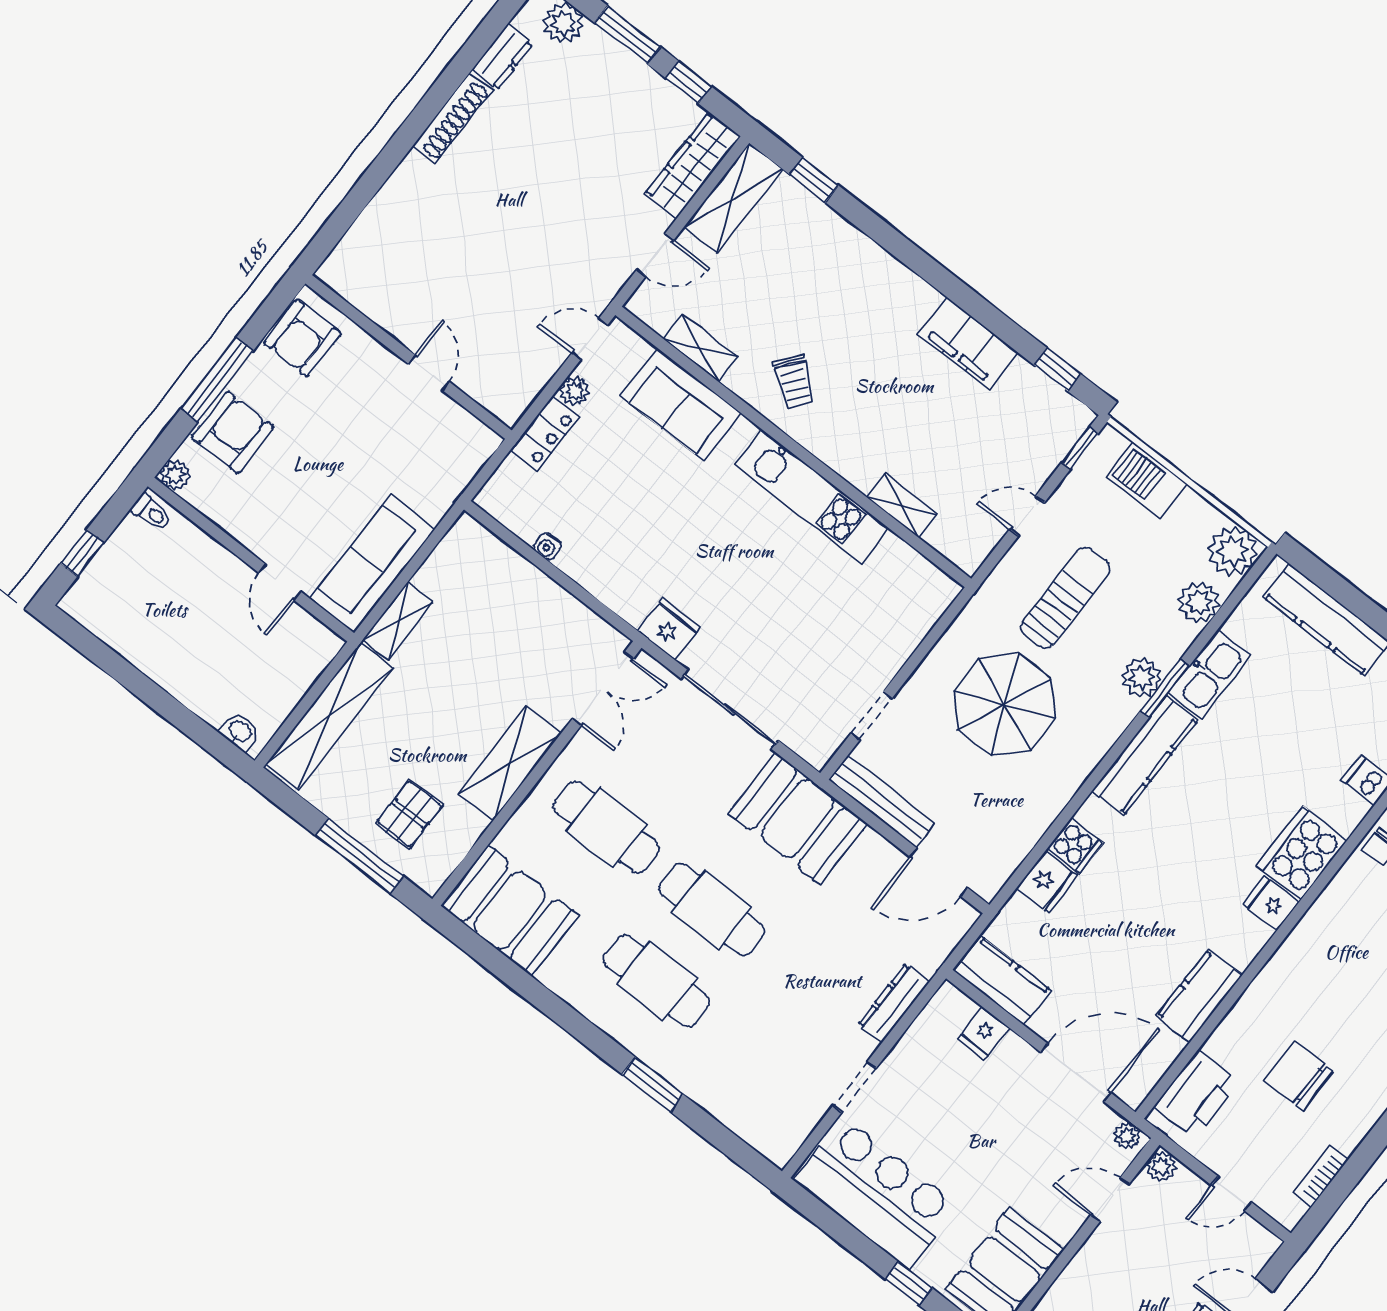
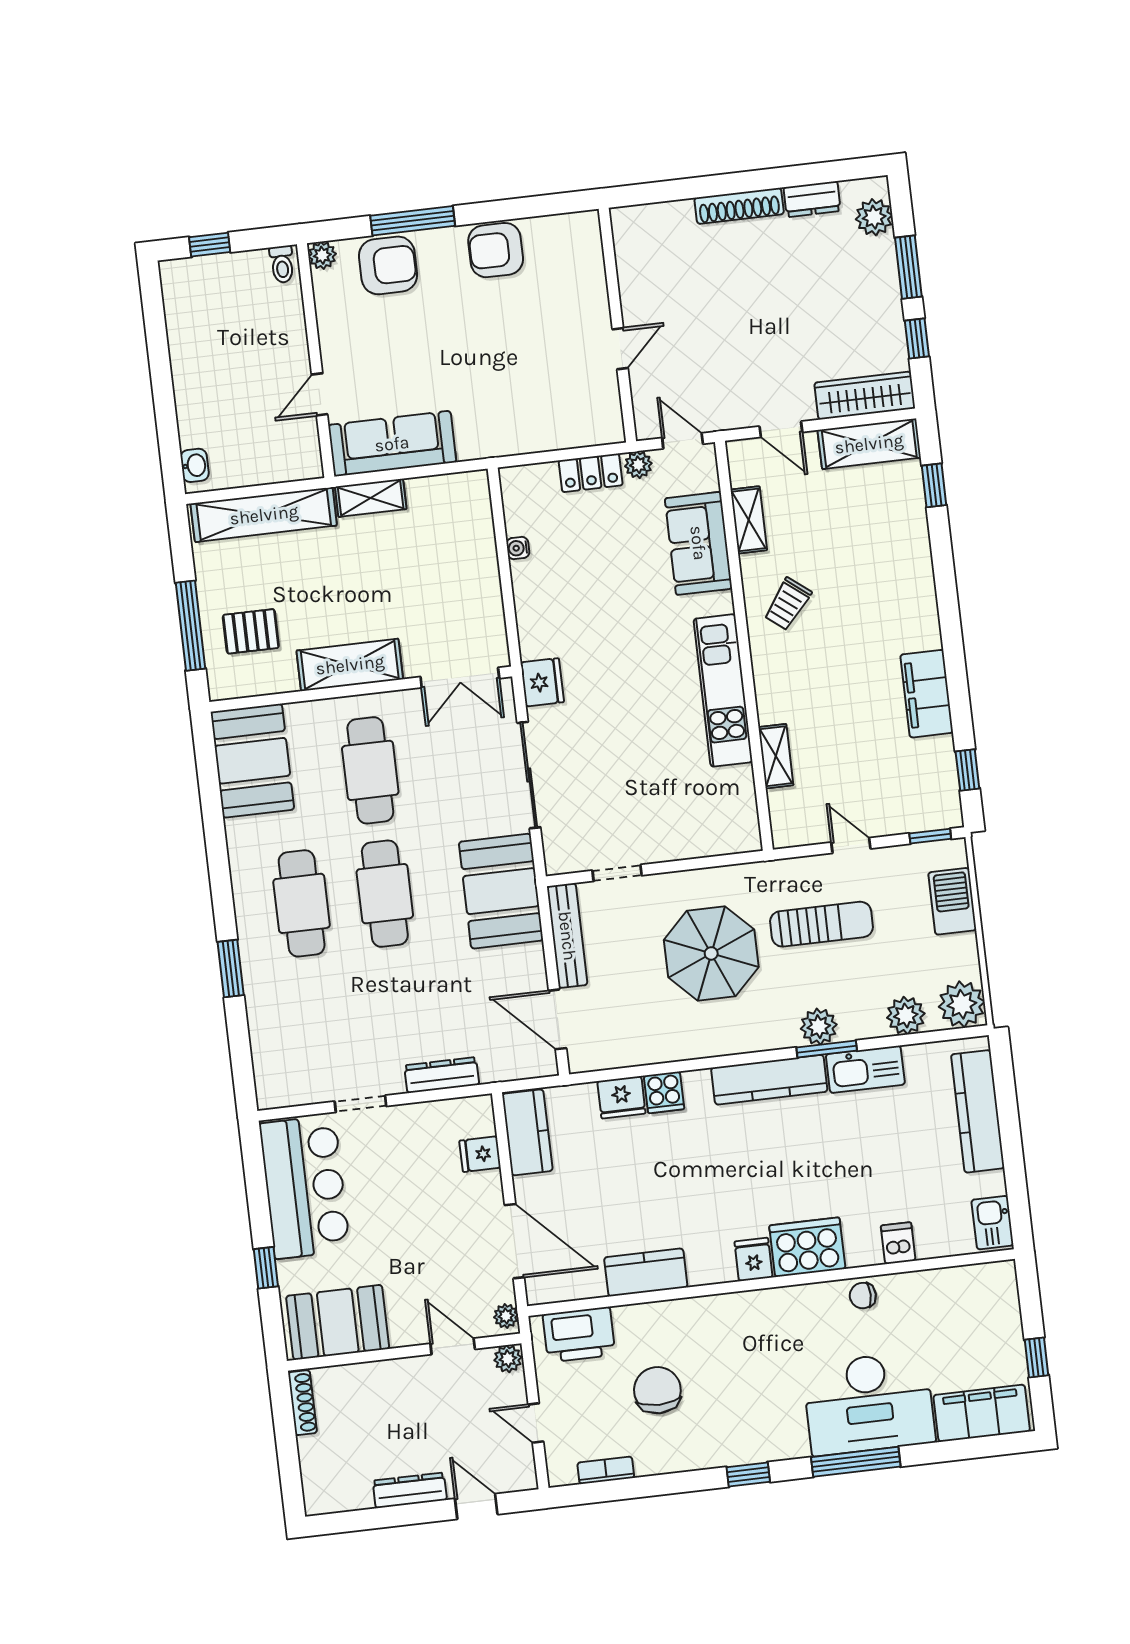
wall: (409, 357) -> (617, 325), moved
door: (429, 373) -> (620, 349), moved

